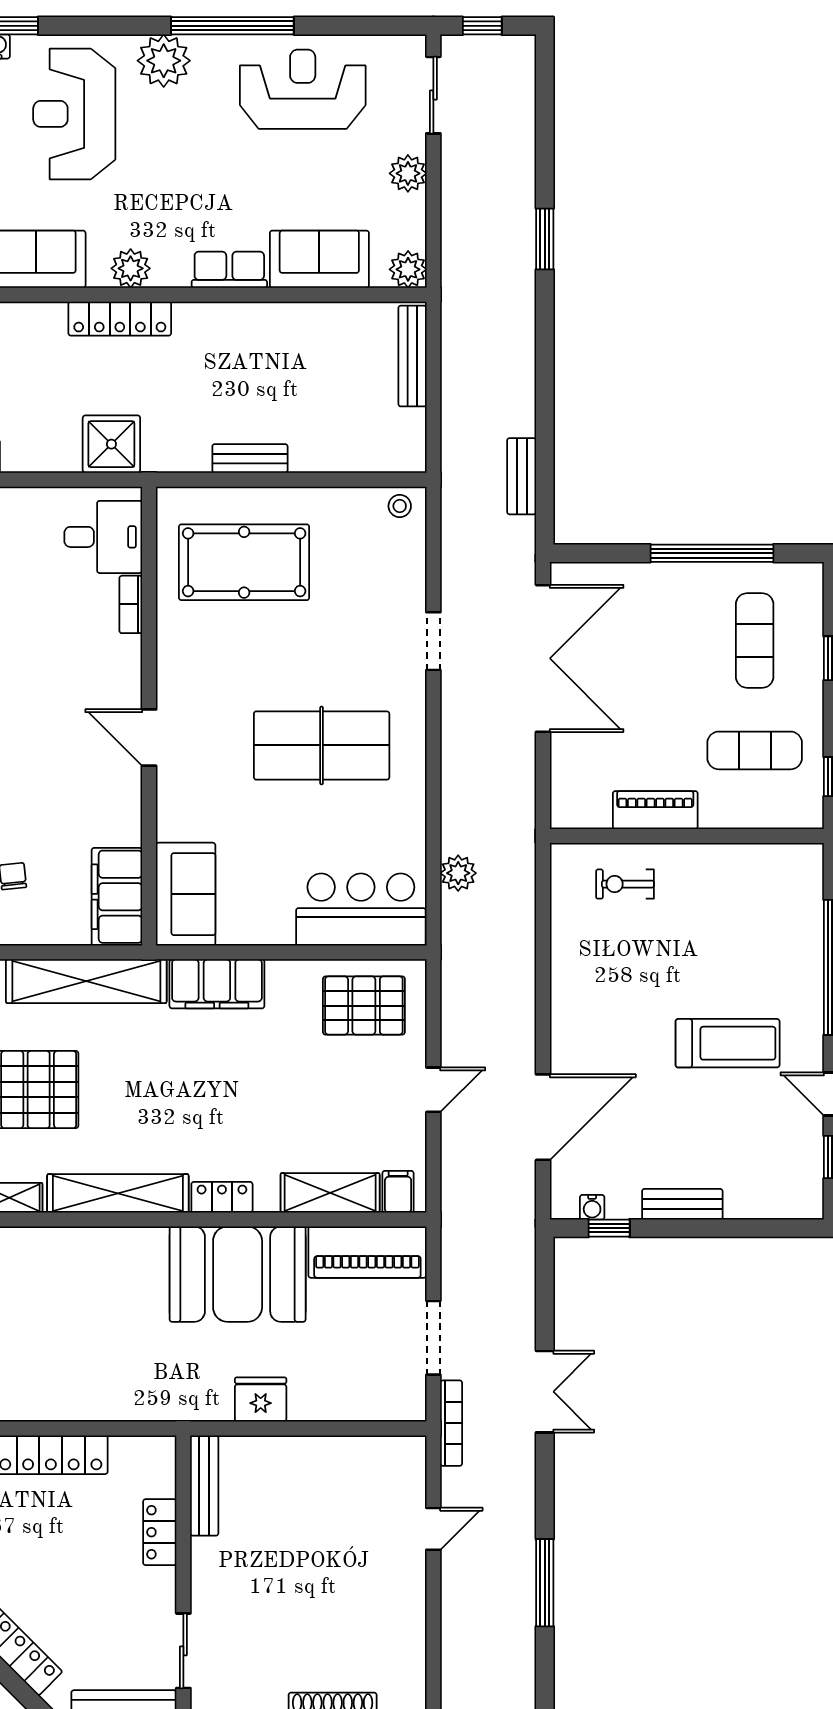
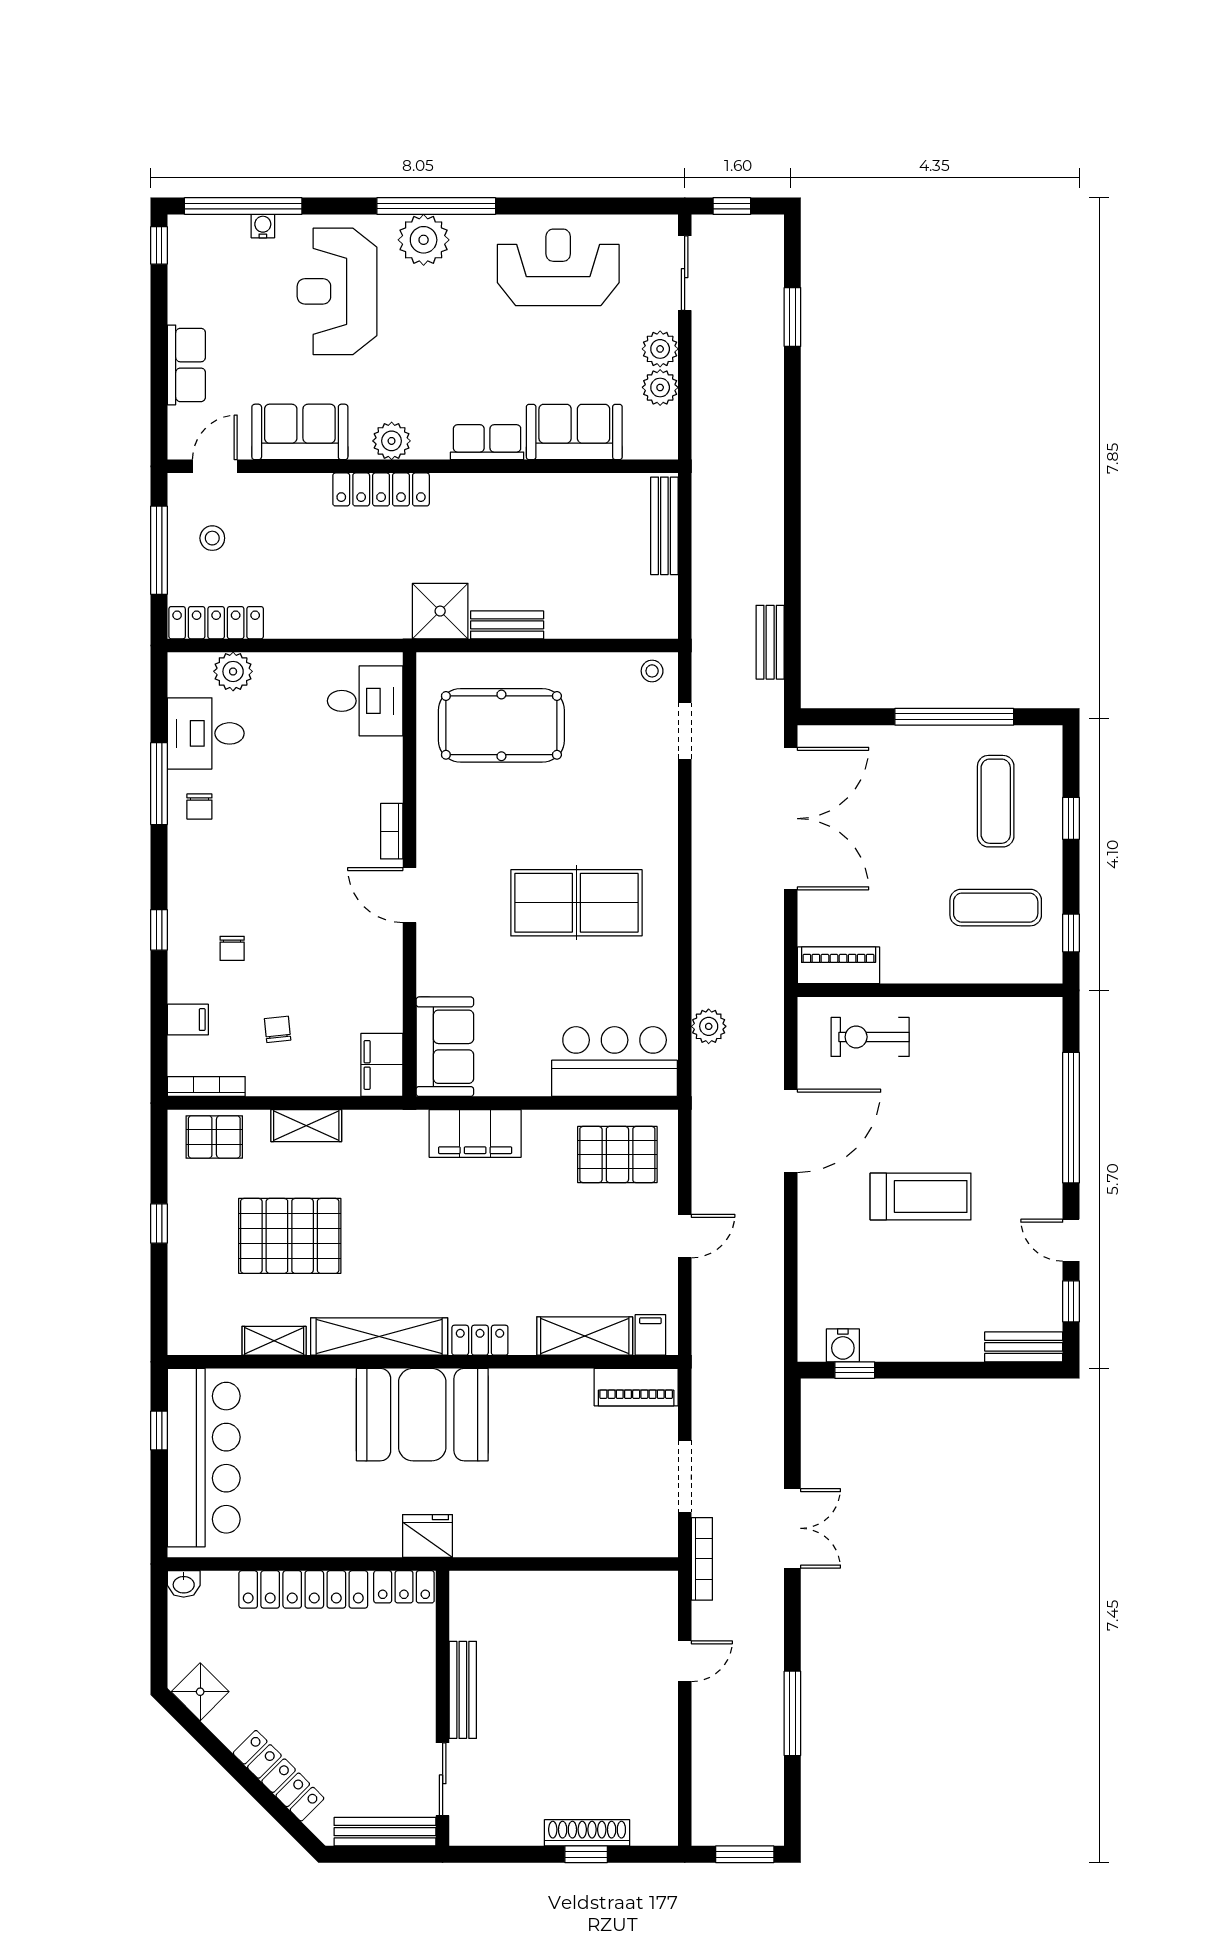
window: (232, 26) -> (436, 206), moved
window: (545, 239) -> (792, 317), moved
plant: (408, 269) -> (660, 387), moved
shower: (111, 444) -> (440, 611), moved
bookcase: (131, 604) -> (392, 831), moved
doorway: (433, 641) -> (685, 731), moved
piano: (655, 810) -> (839, 965), moved
exercise bike: (625, 884) -> (870, 1037), width x1.38, depth x1.39
filing cabinet: (117, 897) -> (382, 1065), width x0.67, depth x0.86
shelving: (86, 981) -> (306, 1126), width x0.45, depth x0.75
treadmill: (728, 1043) -> (921, 1197), moved
door: (543, 1117) -> (791, 1131), moved
bench: (682, 1204) -> (1024, 1347), moved
water cooler: (592, 1207) -> (843, 1345), width x1.38, depth x1.38
piano: (367, 1252) -> (636, 1387), width x0.73, depth x0.75
booth: (238, 1274) -> (422, 1415), moved
fridge: (261, 1399) -> (427, 1536), moved
bench: (204, 1486) -> (463, 1690), moved
locker: (160, 1532) -> (404, 1587), moved, turned -90

